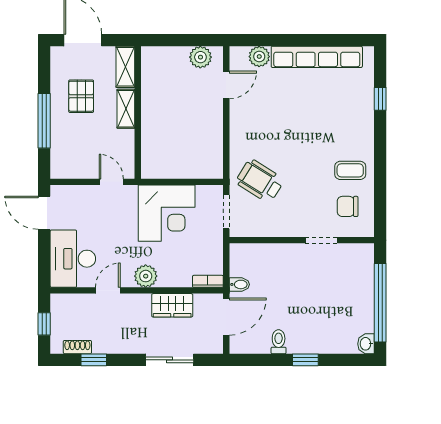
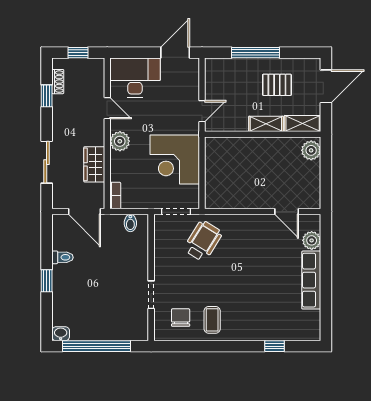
plant: (200, 57) -> (311, 150), moved
row of seats: (317, 57) -> (311, 280), width x0.73
bidet: (239, 284) -> (130, 223), moved

